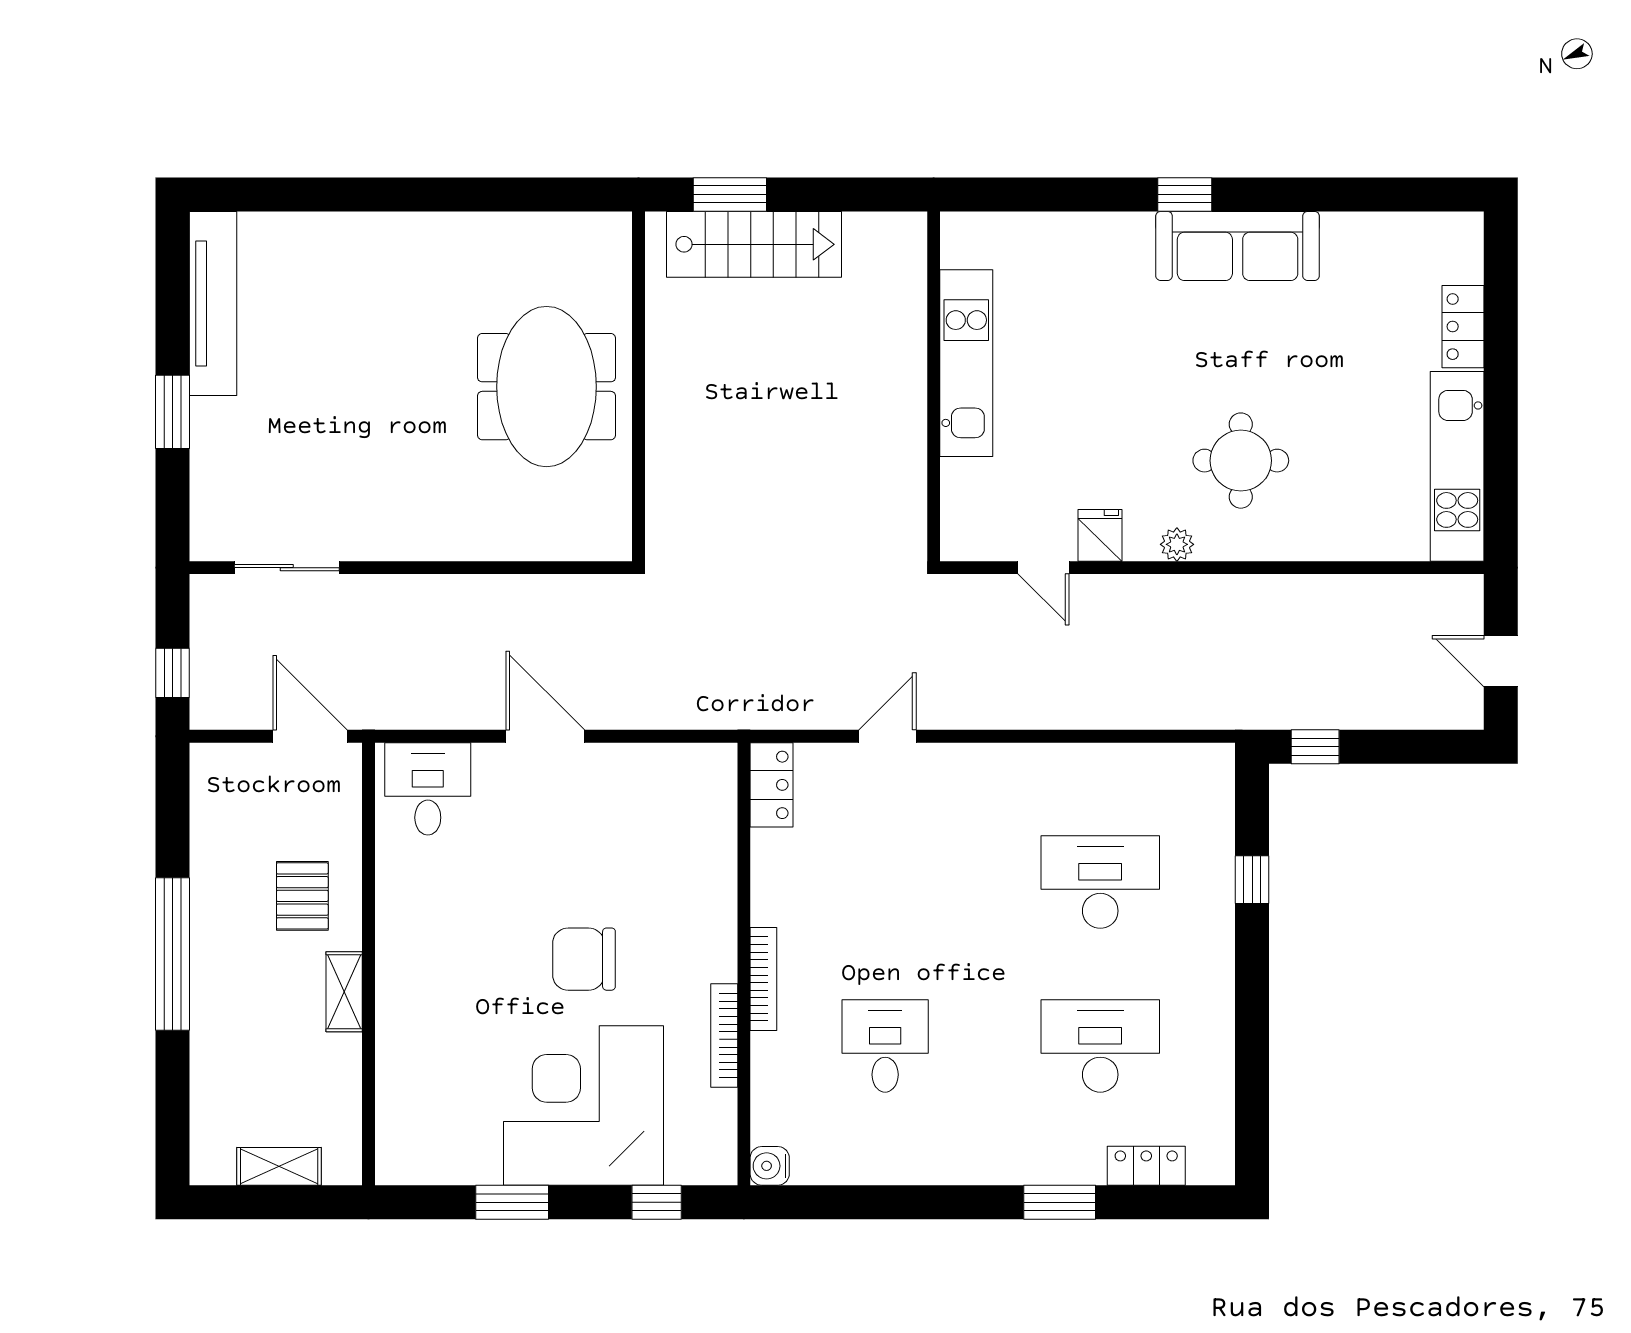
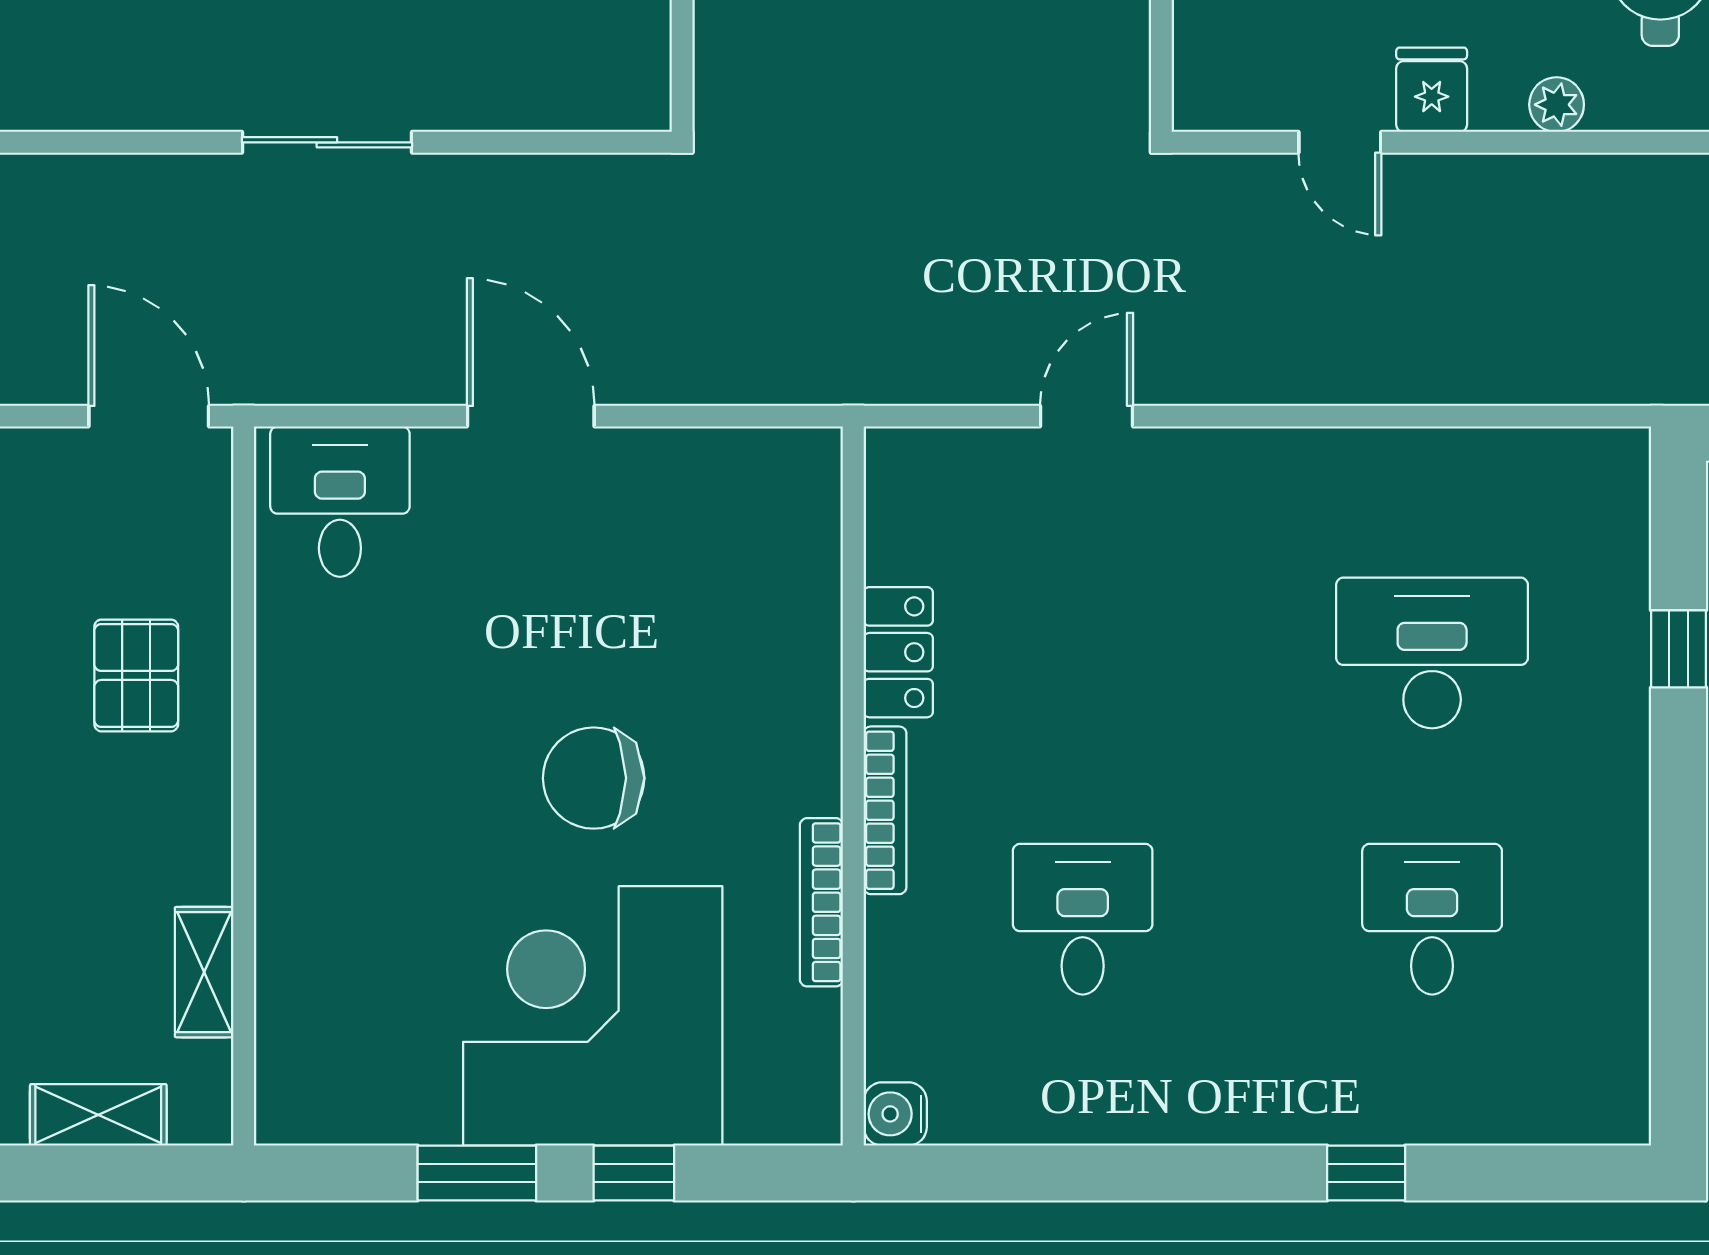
sliding door: (287, 568) -> (327, 142), moved
locker: (772, 785) -> (898, 652), moved
shelving: (344, 992) -> (204, 972), moved
desk: (1100, 1046) -> (1432, 919), width x0.73
locker: (1146, 1166) -> (1507, 1114), removed
window: (657, 1202) -> (634, 1173), moved
window: (1060, 1202) -> (1366, 1173), width x0.67

